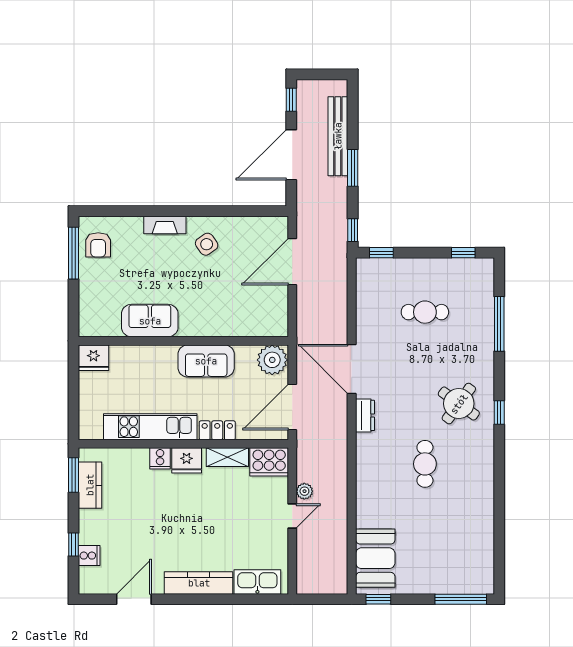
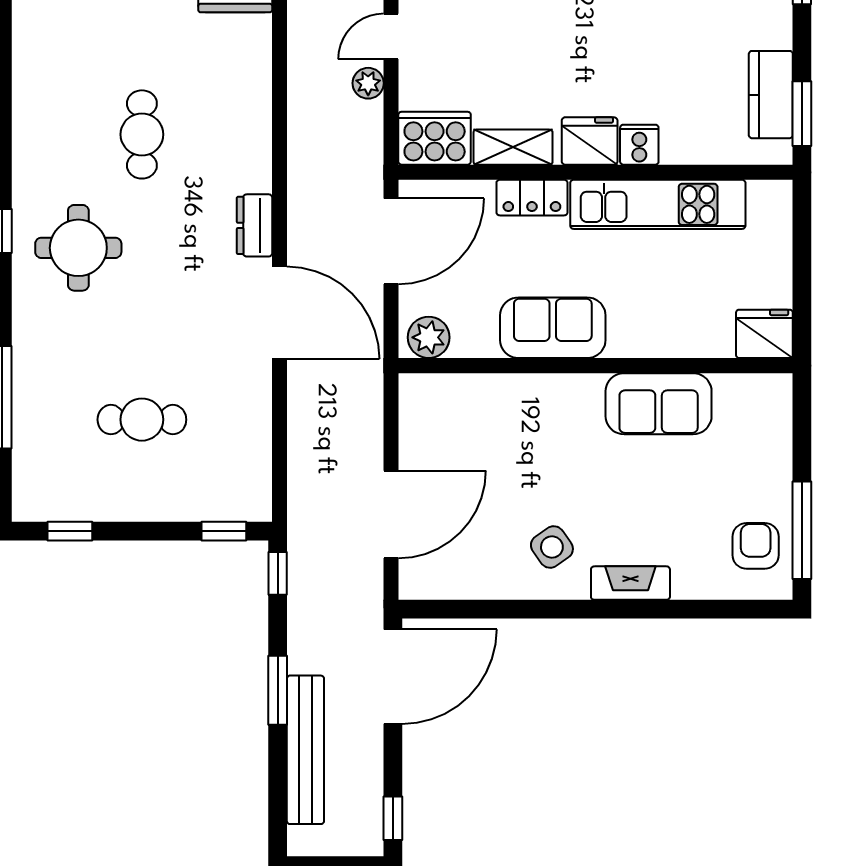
door: (291, 155) -> (393, 677), moved
plant: (272, 360) -> (429, 337), width x0.73, depth x0.73
round table: (459, 404) -> (78, 248), turned -36

